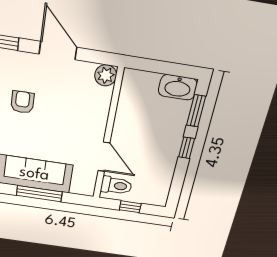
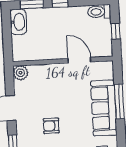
door: (104, 157) -> (80, 60), hinge flipped
toilet: (116, 186) -> (99, 12), moved, turned -90

